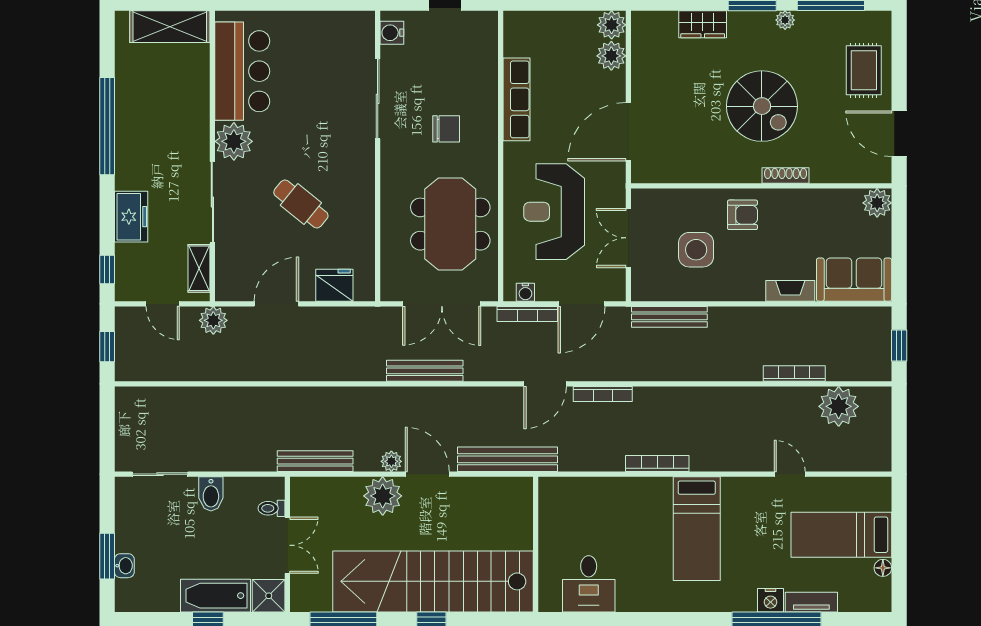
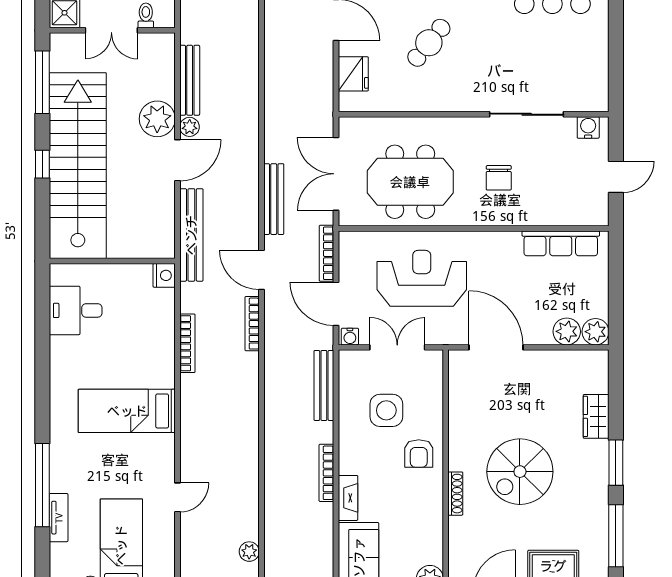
plant: (785, 20) -> (600, 493), removed
row of seats: (516, 99) -> (561, 243), moved
water cooler: (525, 292) -> (350, 337), moved, turned -90
bench: (425, 371) -> (274, 199), moved
bookcase: (794, 374) -> (326, 473), moved, turned 180
plant: (839, 406) -> (249, 552), width x0.53, depth x0.53
bench: (315, 461) -> (190, 80), moved
bookcase: (657, 464) -> (187, 343), moved
nightstand: (770, 600) -> (164, 275), moved, turned 180

